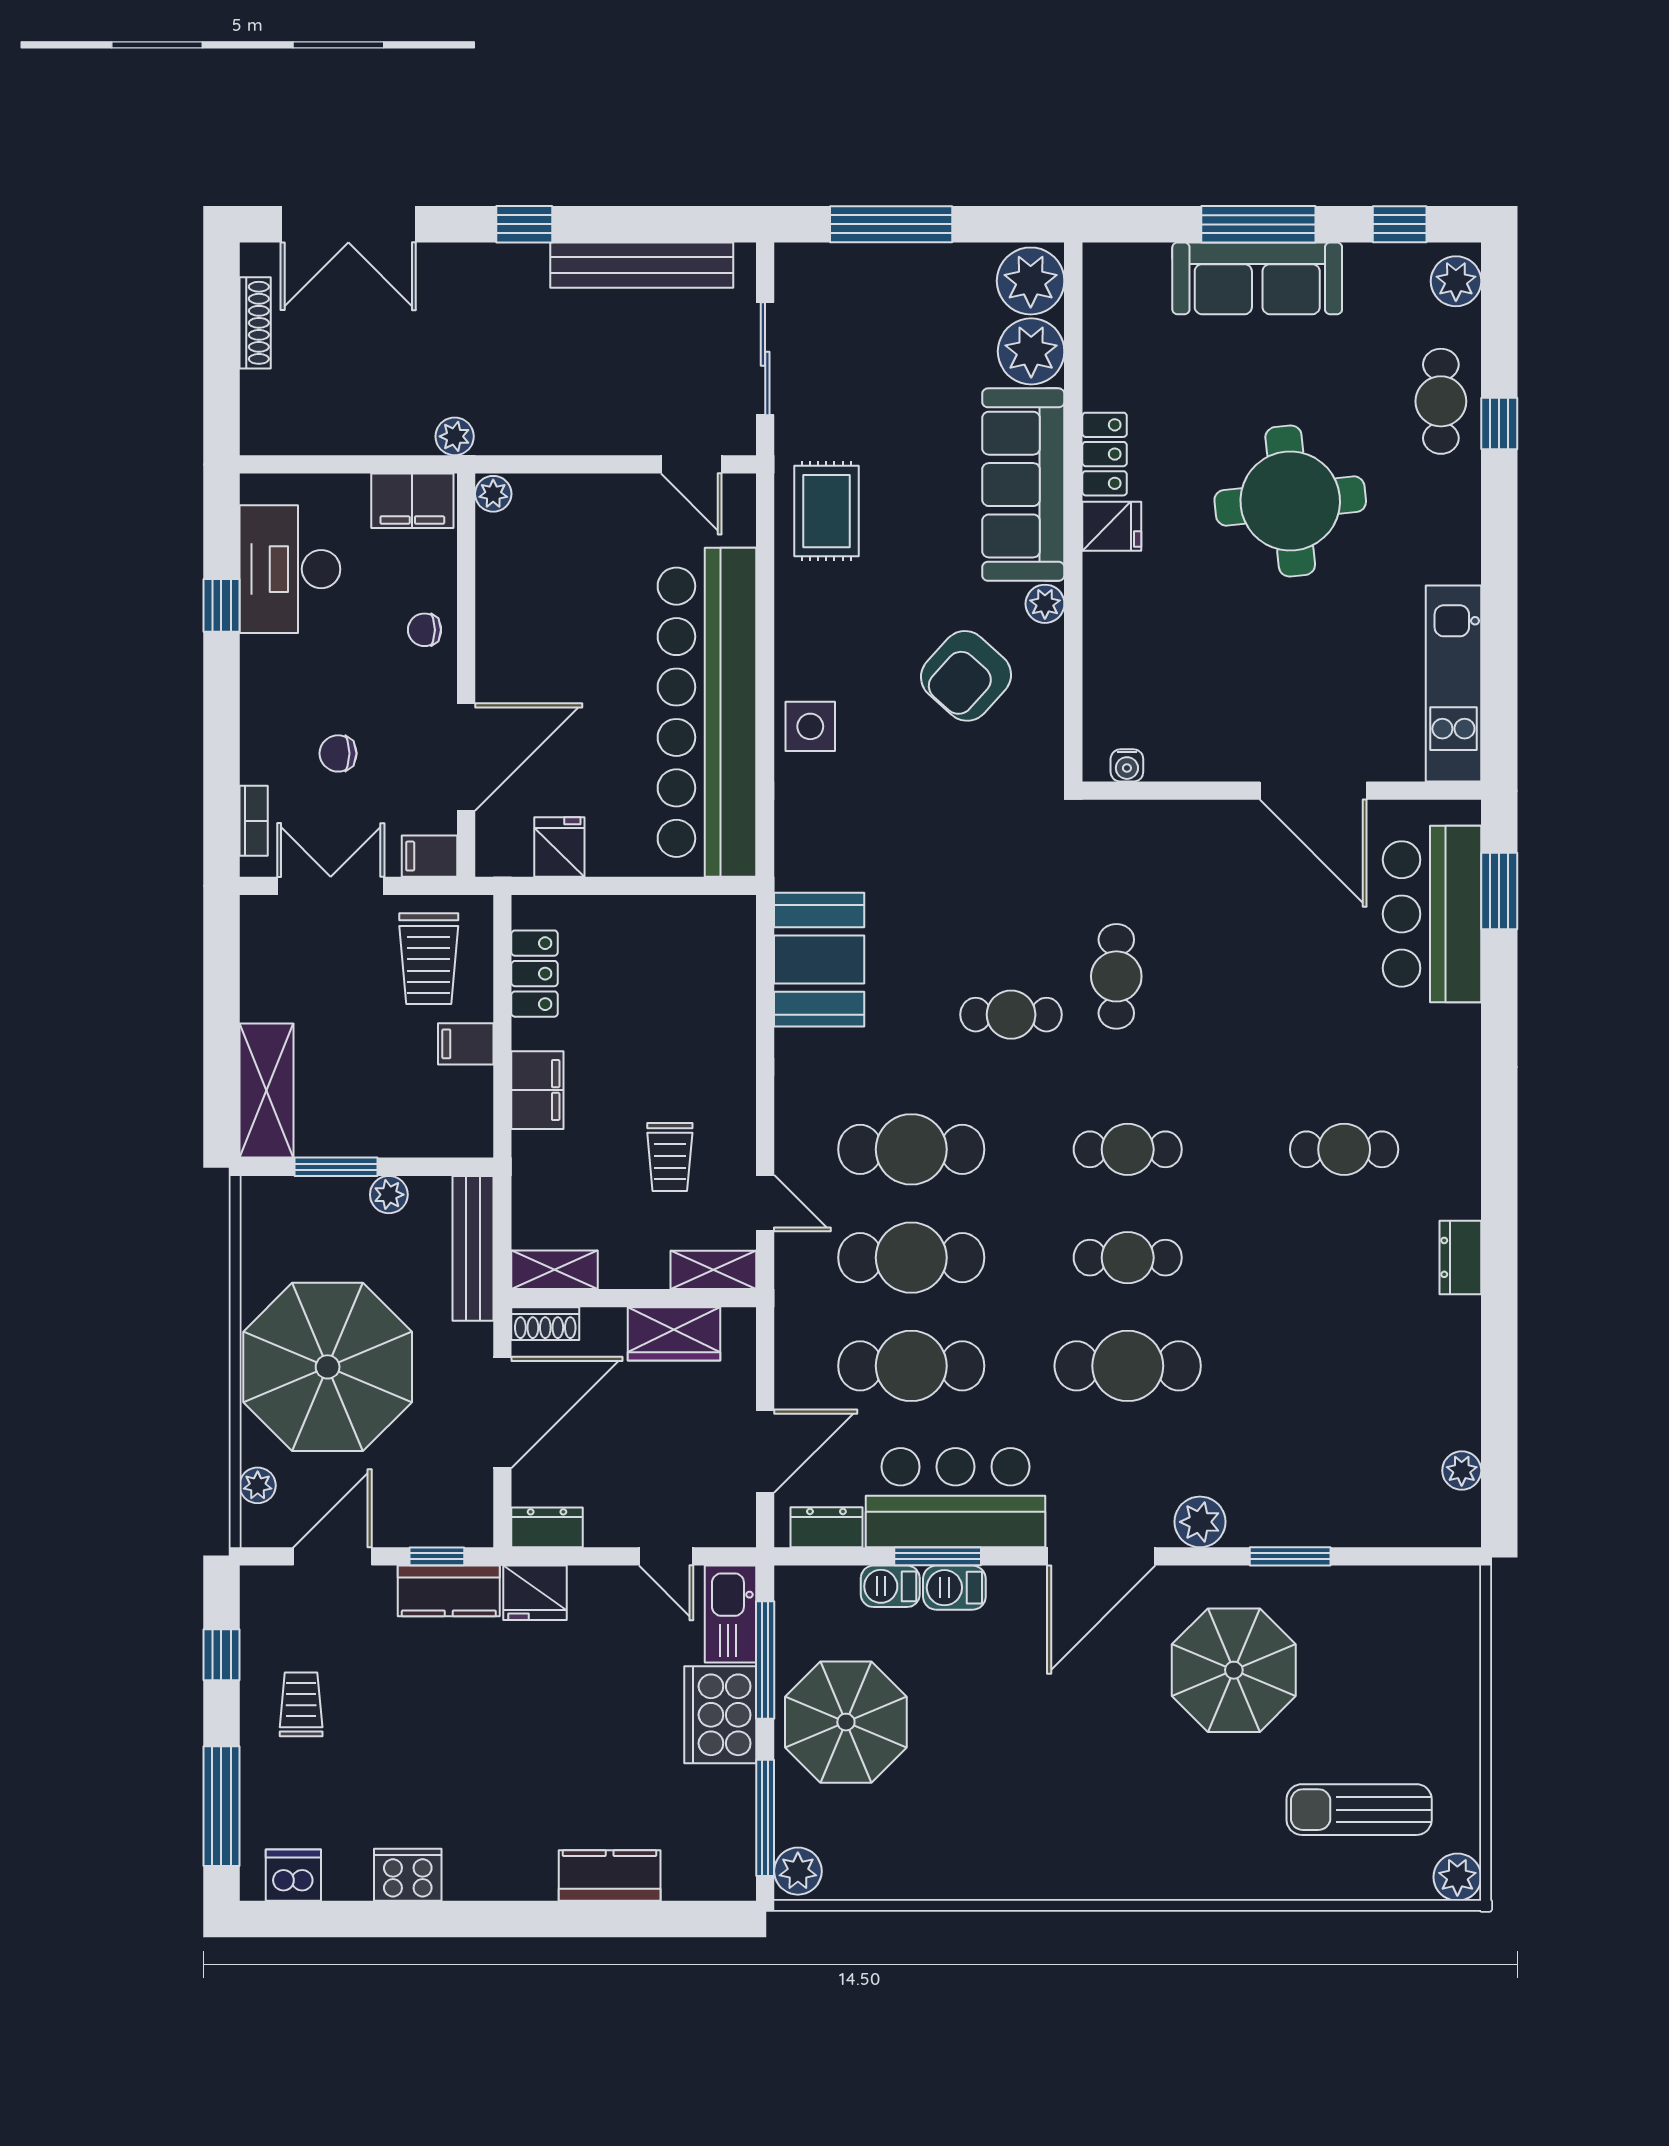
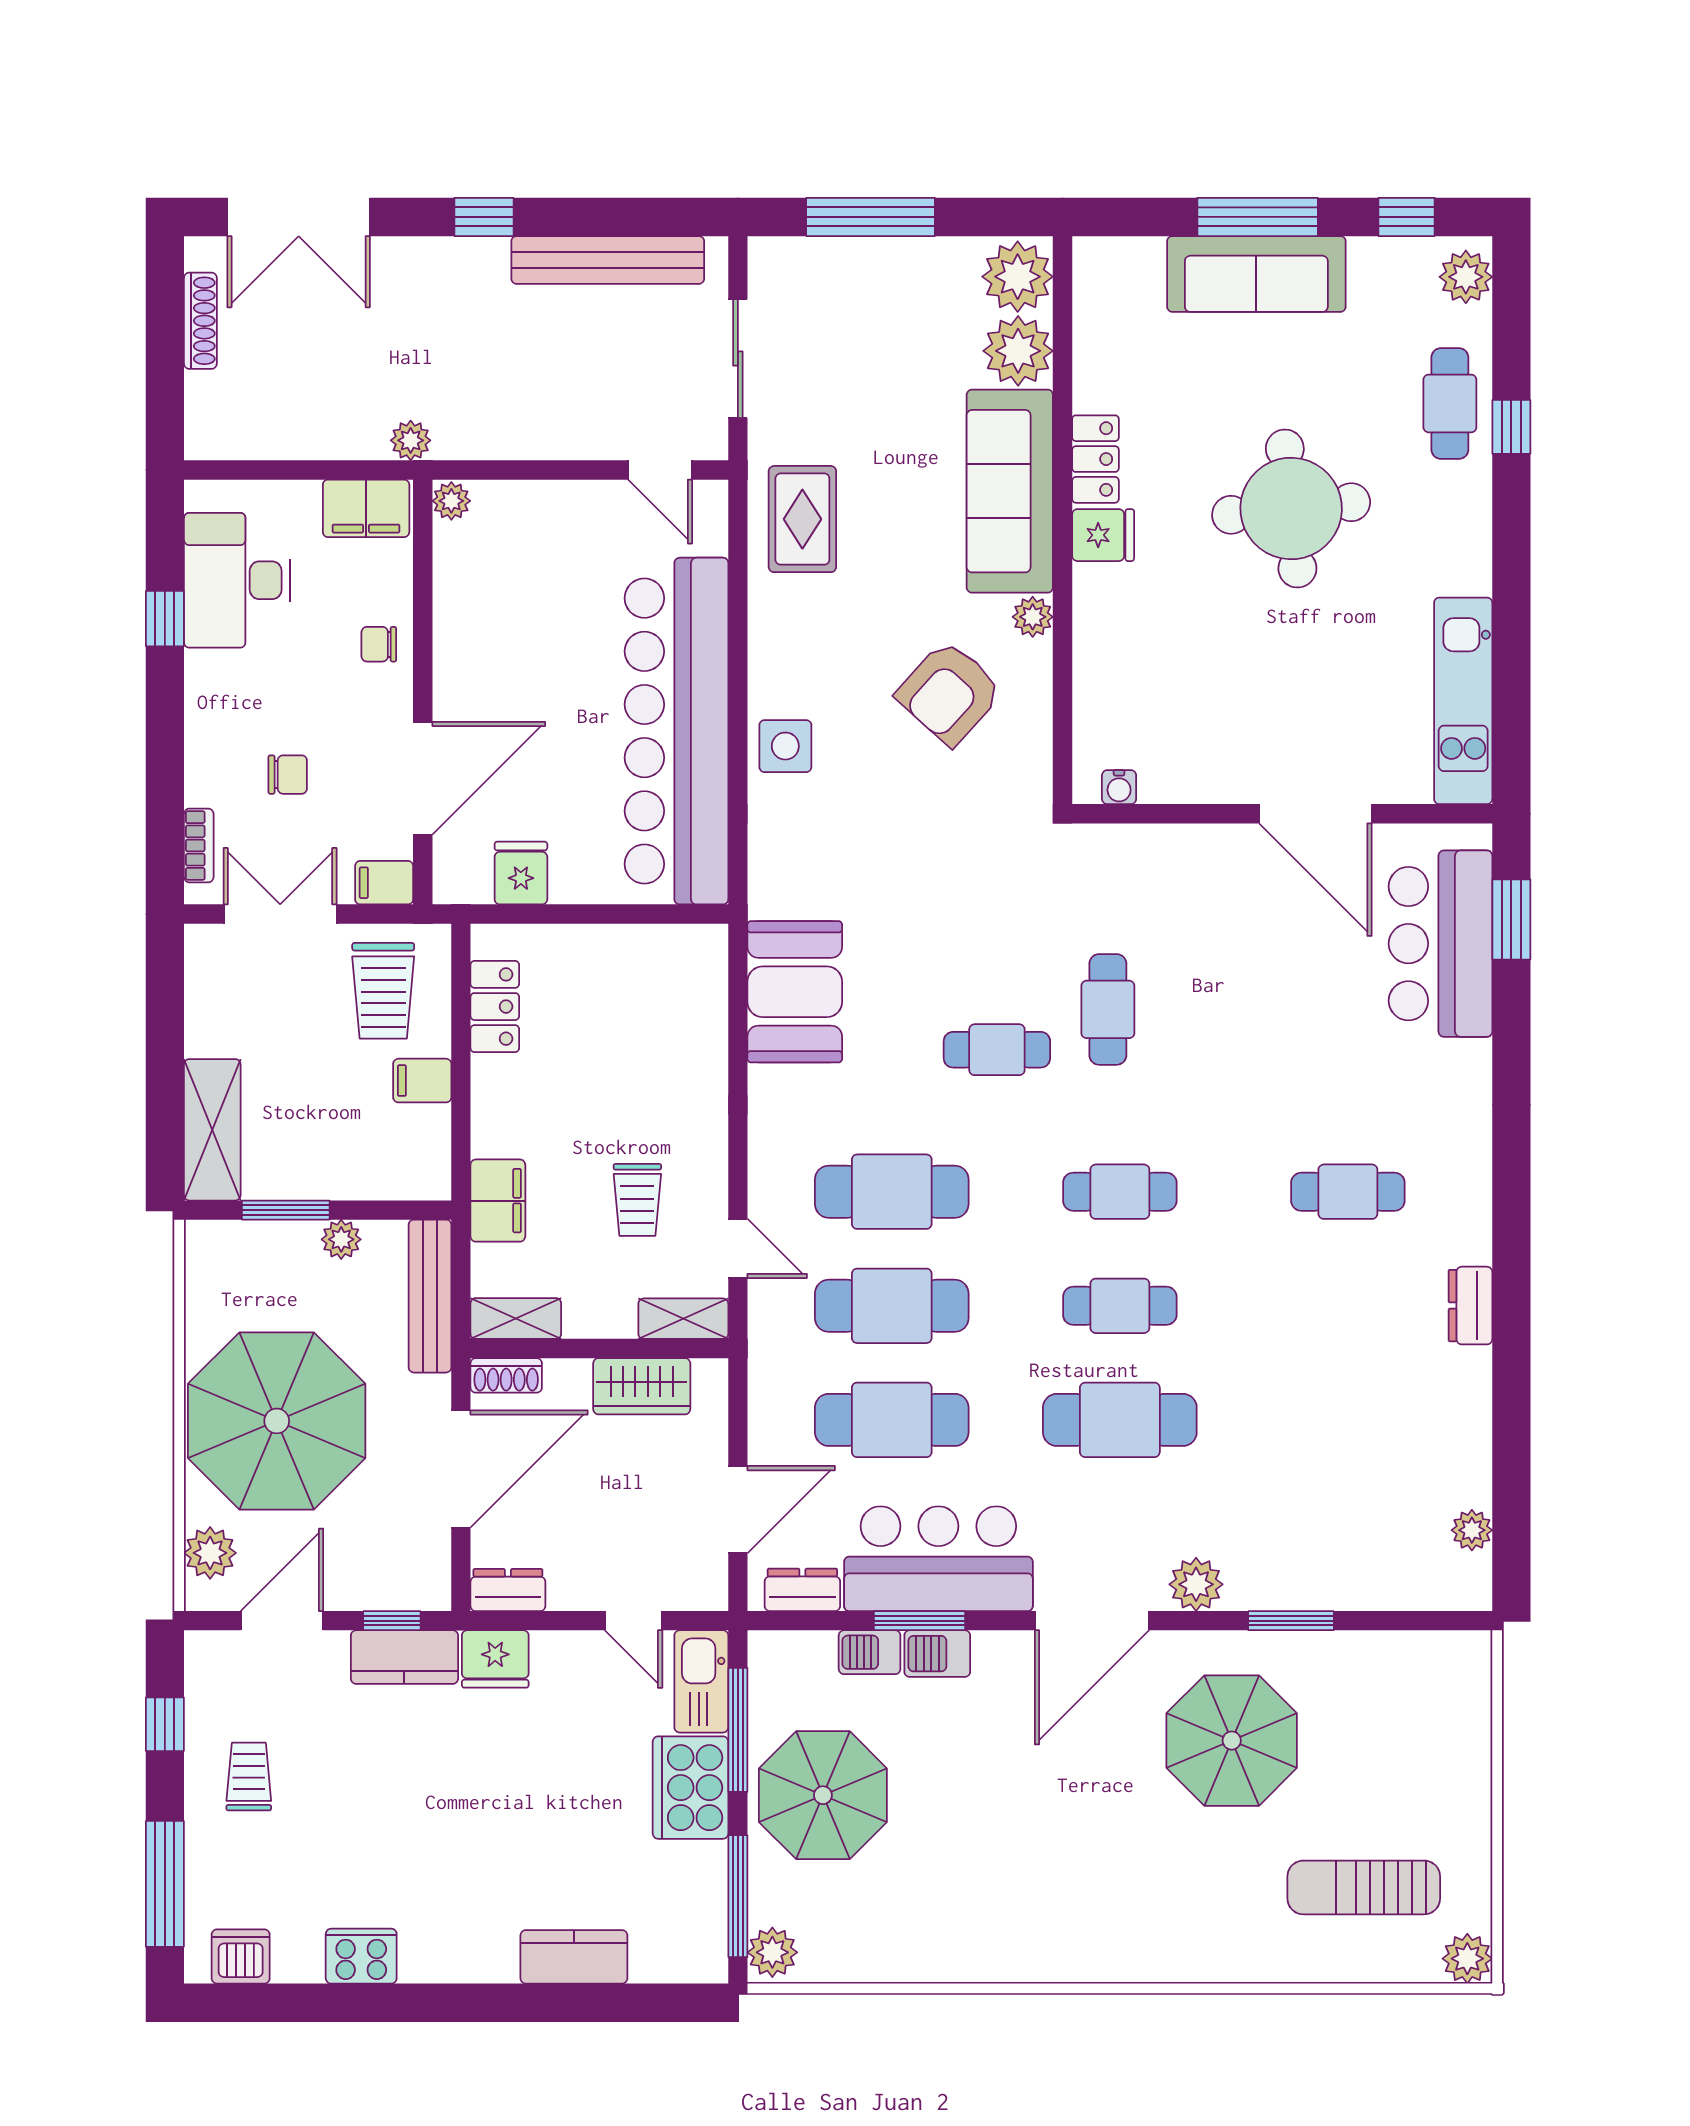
chair: (338, 753) -> (288, 775), turned 180
filing cabinet: (537, 1090) -> (498, 1201), moved
plant: (258, 1485) -> (210, 1553), width x1.38, depth x1.38

